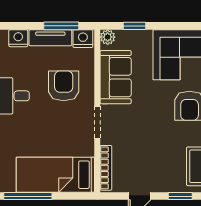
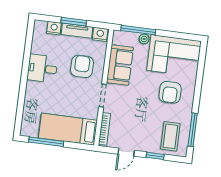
window: (61, 26) -> (74, 22), moved
window: (135, 26) -> (138, 30), width x2.17
plant: (108, 37) -> (144, 39), moved

